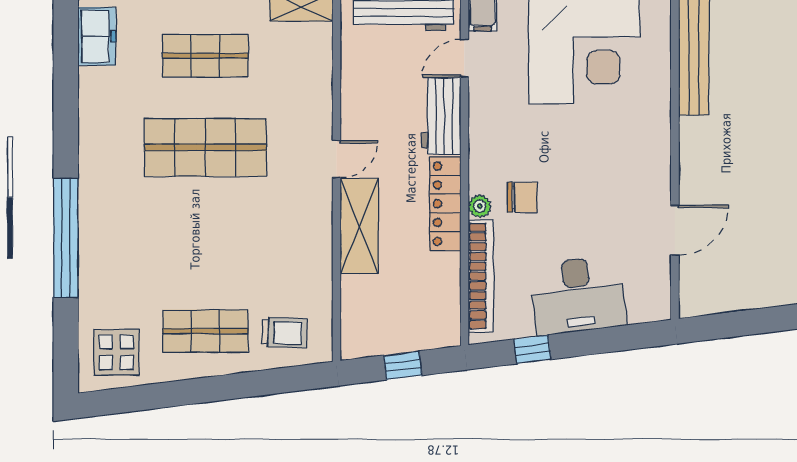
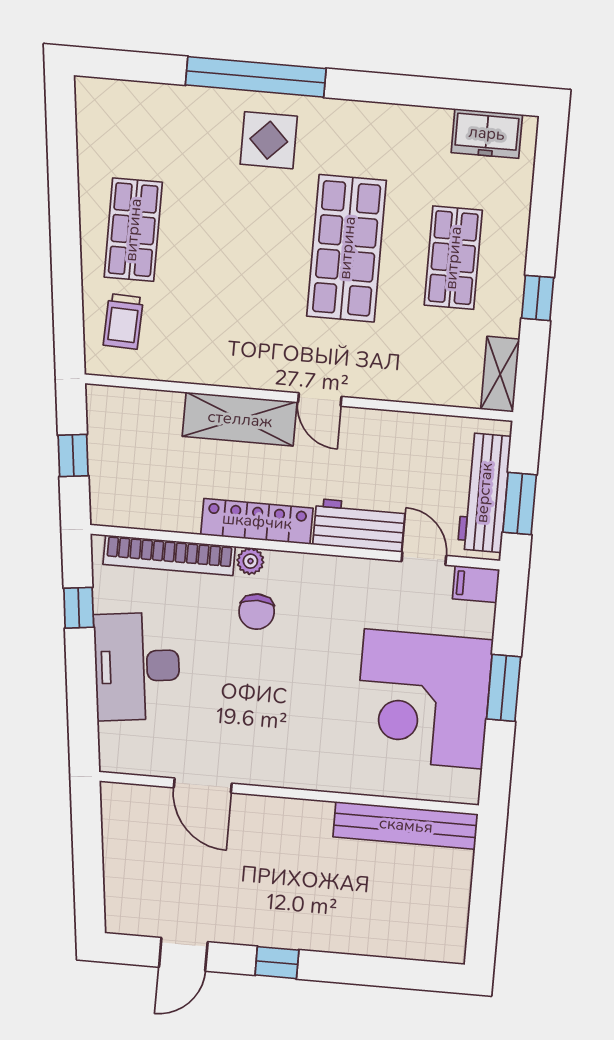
display table: (116, 352) -> (269, 140), moved

